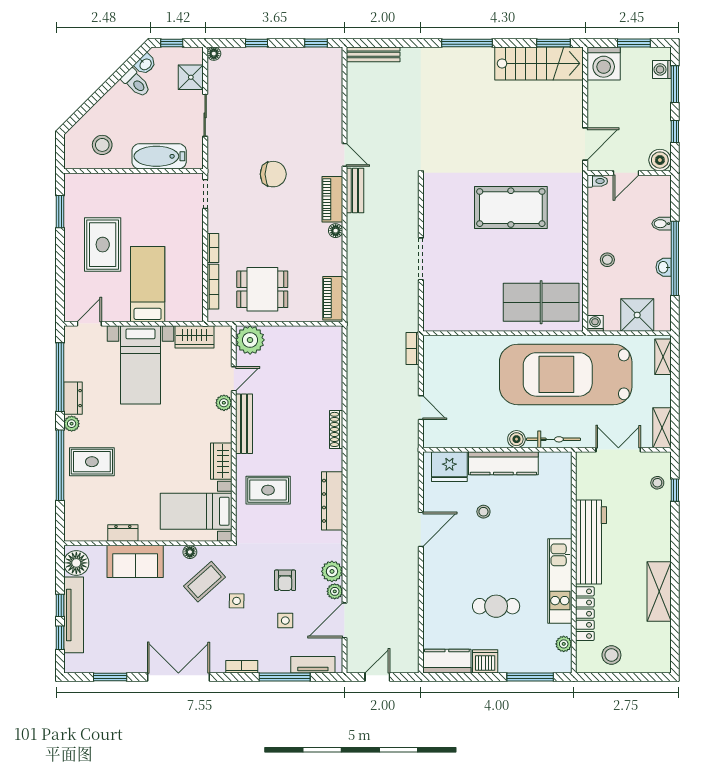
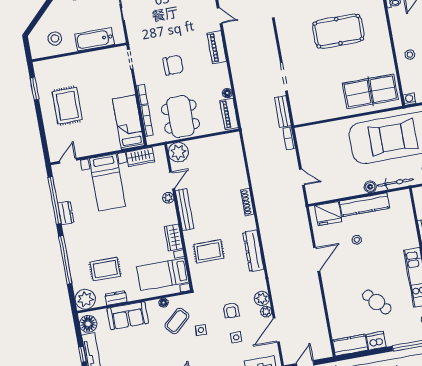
chair: (273, 174) -> (173, 65), moved
bench: (355, 190) -> (283, 111), moved
floor lamp: (336, 231) -> (227, 93), moved
bed: (148, 284) -> (128, 122), moved
dining table: (262, 289) -> (180, 116), width x1.38
plant: (72, 424) -> (85, 299), moved, width x1.88, depth x1.88
rug: (92, 462) -> (105, 269), moved
cafe table: (496, 606) -> (377, 302), turned 47

